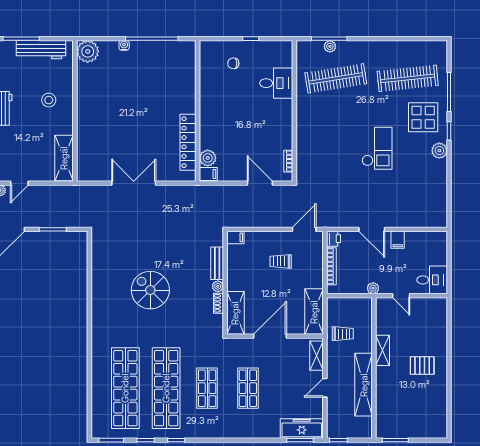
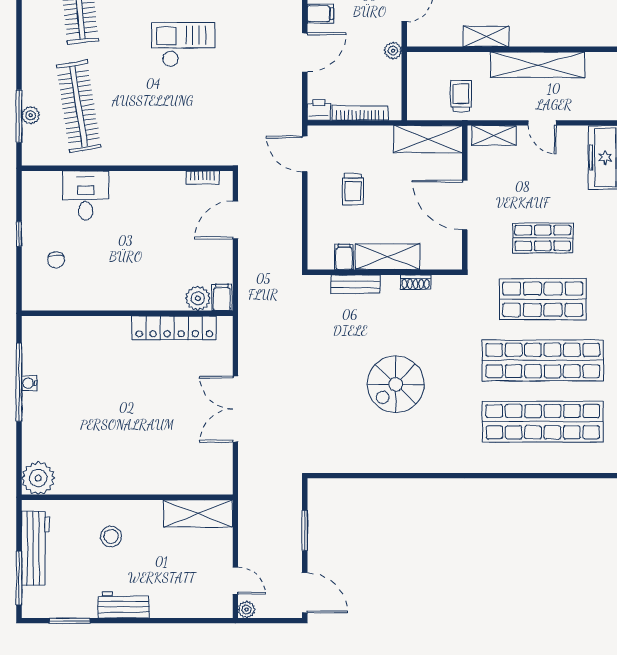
water cooler: (124, 45) -> (29, 383), moved
filing cabinet: (235, 237) -> (344, 257), moved
plant: (218, 286) -> (390, 283), removed
shelving: (235, 313) -> (388, 257), moved
shop shelf: (207, 388) -> (543, 299), width x1.43, depth x1.36

